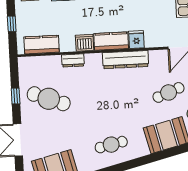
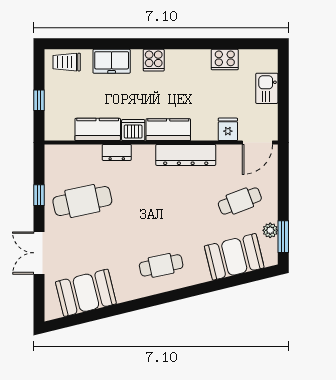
fridge: (136, 39) -> (228, 129), moved
kitchen counter: (42, 45) -> (98, 129), moved
cafe table: (49, 99) -> (82, 201), turned -33

